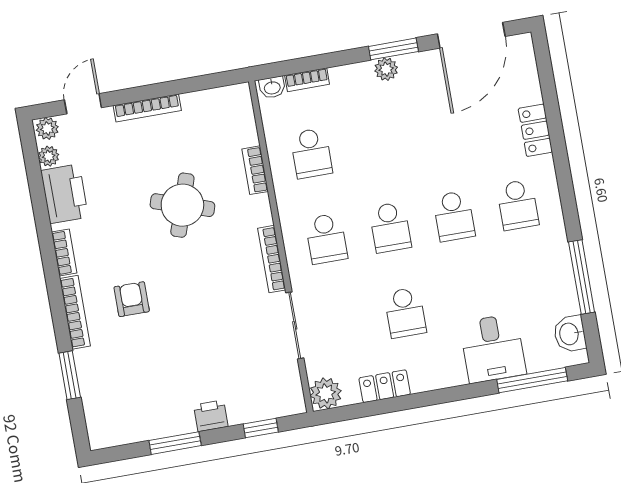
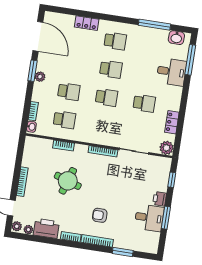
school desk: (326, 239) -> (69, 92), moved
desk: (163, 407) -> (149, 218), added

